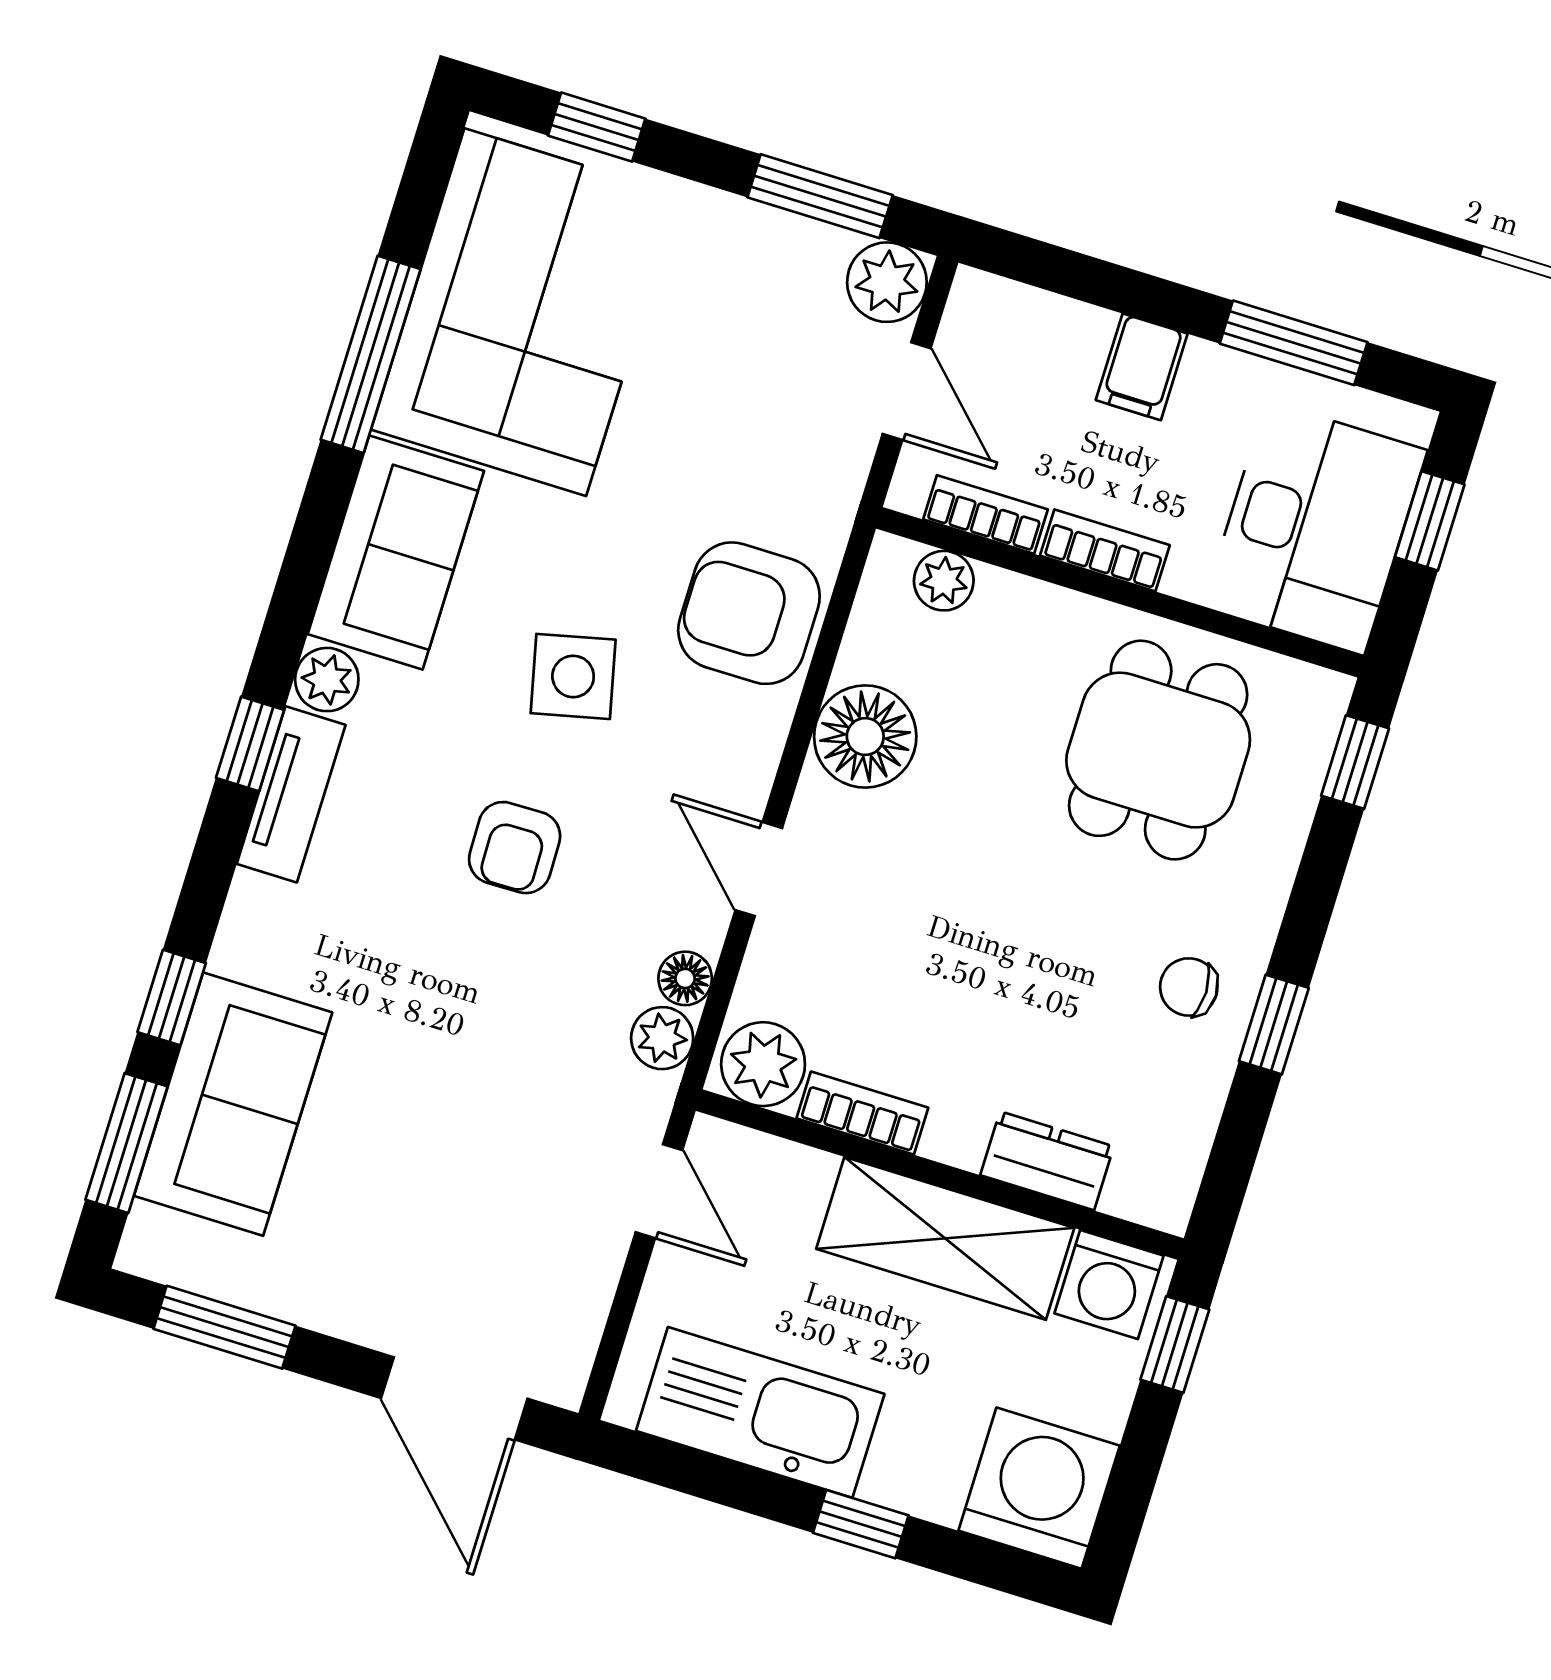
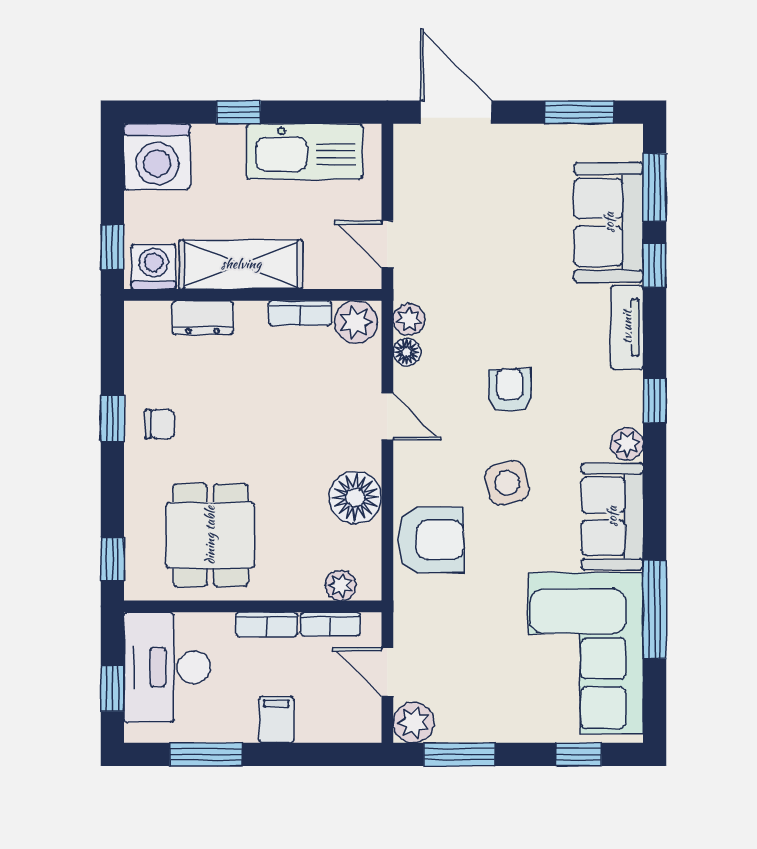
tv unit: (291, 794) -> (627, 327), moved

